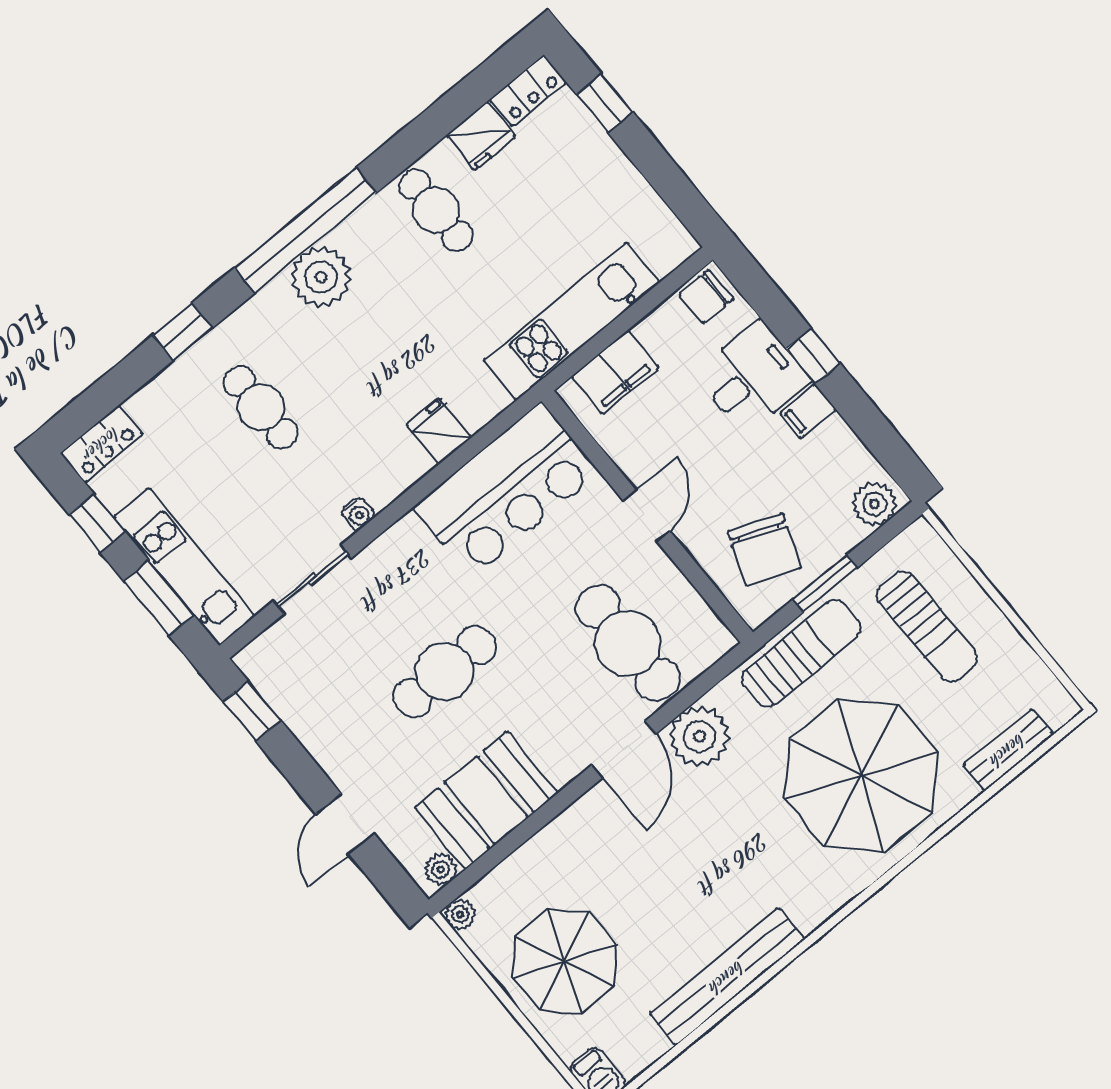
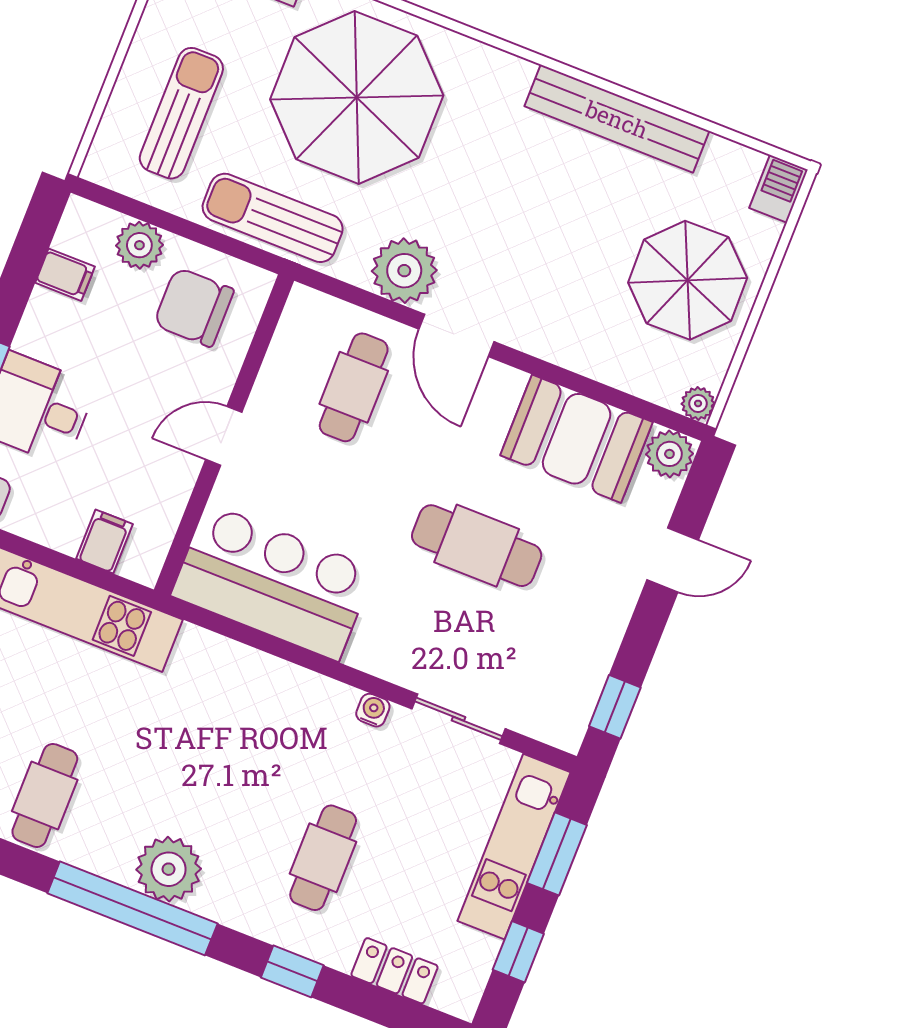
filing cabinet: (615, 372) -> (104, 541), width x0.50
filing cabinet: (808, 411) -> (65, 275), moved
fridge: (439, 431) -> (253, 677), removed
locker: (102, 444) -> (395, 971), moved
plant: (875, 504) -> (139, 245), moved
chair: (764, 550) -> (194, 307), turned -111
window: (825, 584) -> (194, 232), removed
cafe table: (628, 643) -> (354, 387), width x0.73, depth x0.74
door: (624, 749) -> (456, 335), swing flipped
plant: (441, 870) -> (669, 454), width x1.38, depth x1.38

